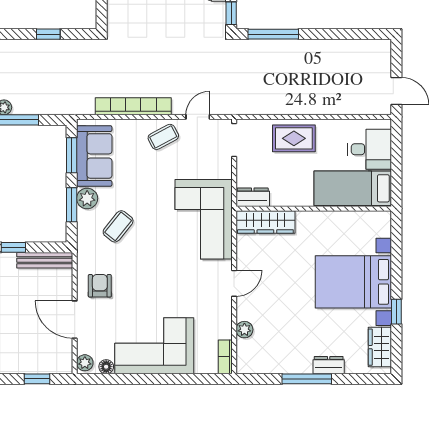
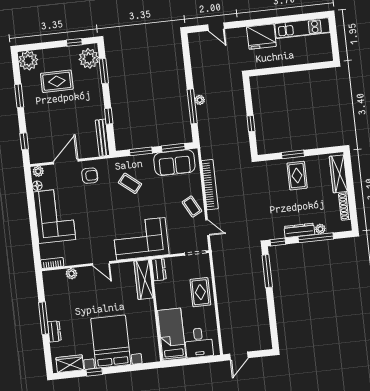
plant: (87, 198) -> (146, 161), removed

